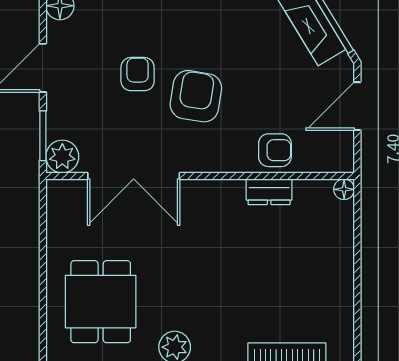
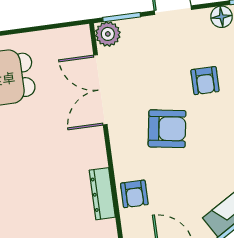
armchair: (138, 74) -> (205, 81), moved, turned 90
dresser: (269, 192) -> (102, 194), width x1.44

